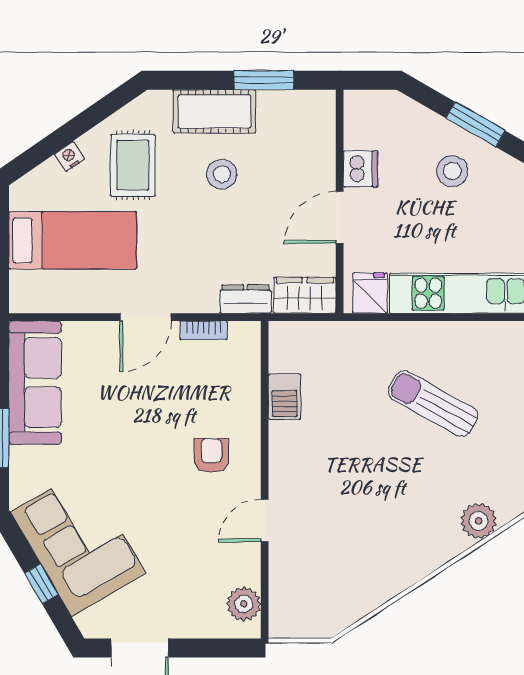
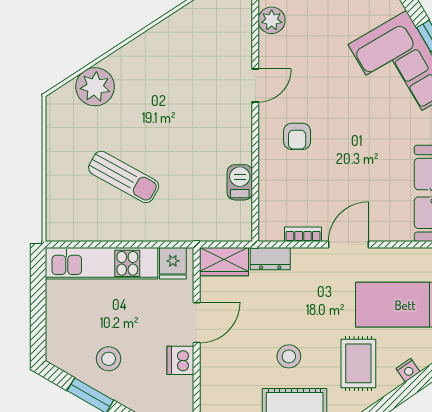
plant: (479, 521) -> (95, 87), width x1.36, depth x1.36

